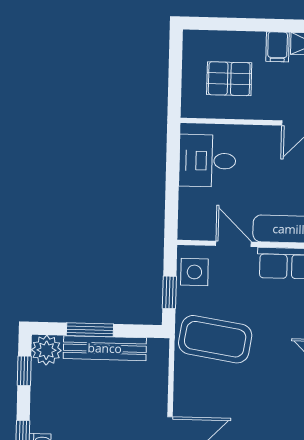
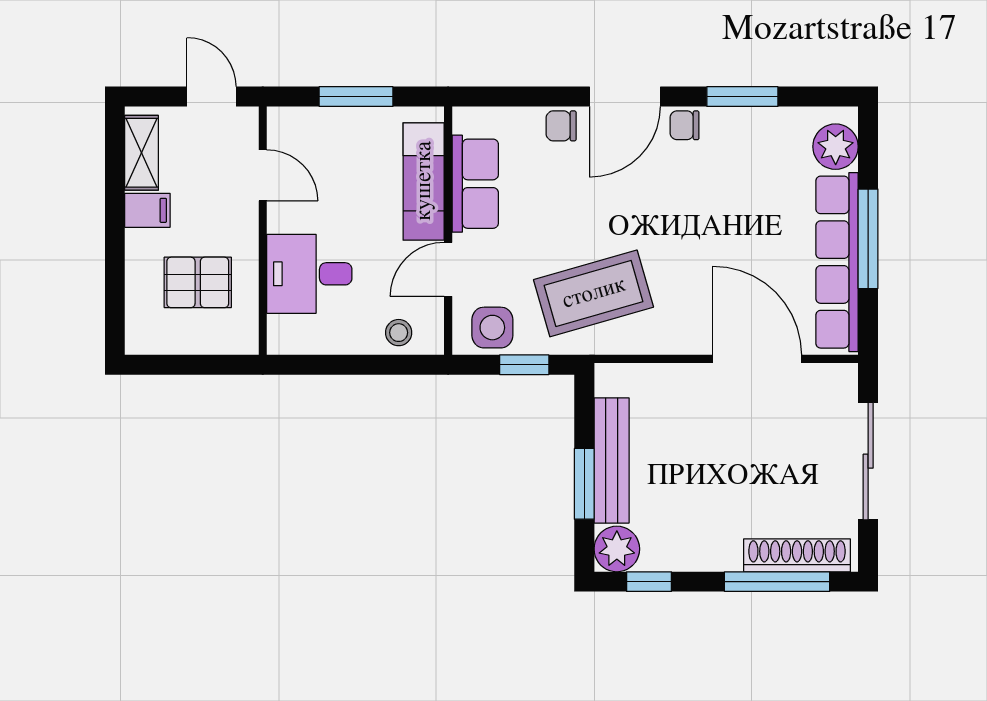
pallet: (229, 79) -> (198, 282), turned 90
desk: (207, 161) -> (309, 274), moved, turned 90
stool: (193, 210) -> (399, 333), added
coffee table: (215, 339) -> (594, 293), turned 65

